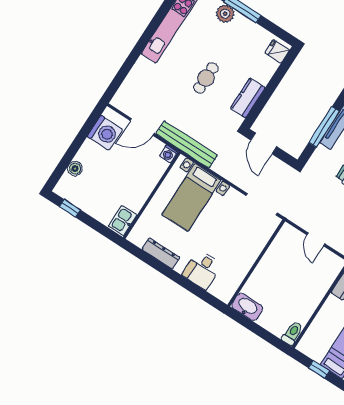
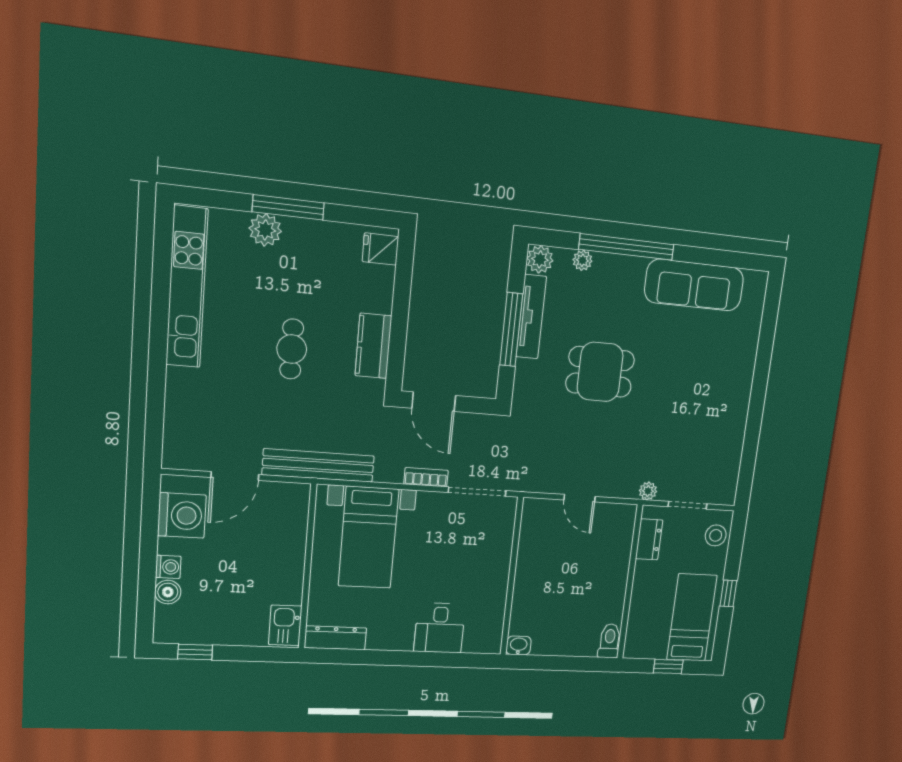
washing machine: (169, 154) -> (168, 567), moved, turned -90
bookcase: (239, 181) -> (426, 477), added
dresser: (161, 253) -> (335, 638), moved
washbasin: (247, 307) -> (519, 646), width x0.52, depth x0.69

